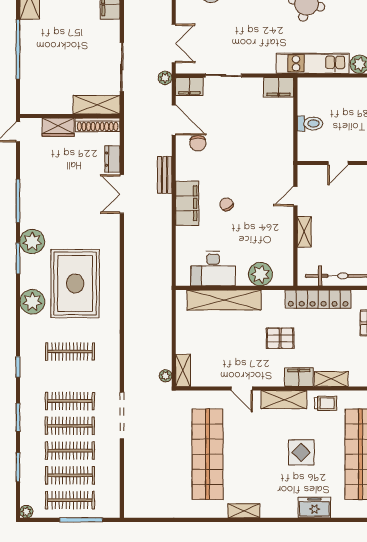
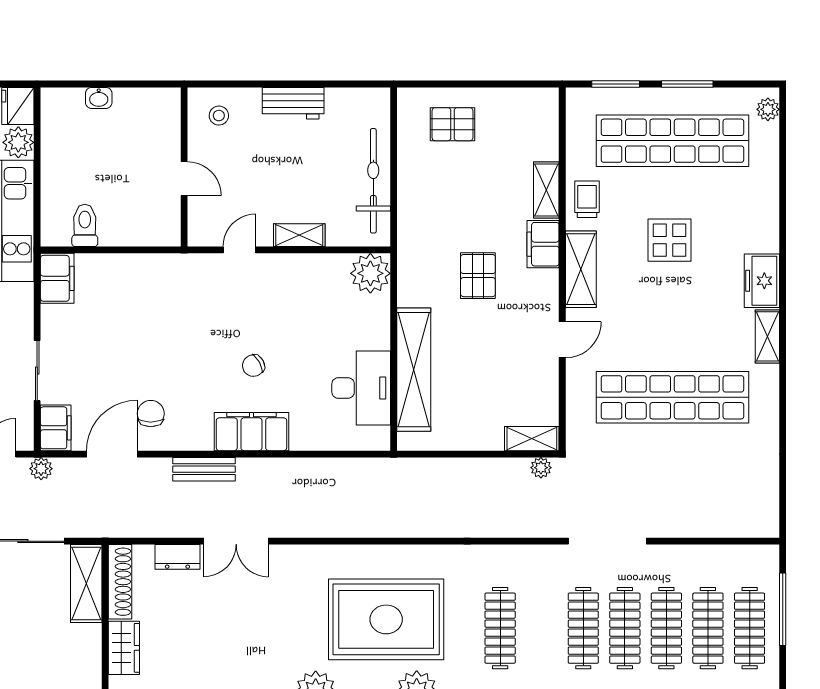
toilet: (310, 123) -> (85, 225), moved
chair: (198, 143) -> (151, 414), turned -90
door: (295, 196) -> (240, 250), swing flipped
plant: (260, 274) -> (370, 273), moved
locker: (318, 299) -> (412, 212), removed
freezer: (314, 508) -> (762, 281), moved

